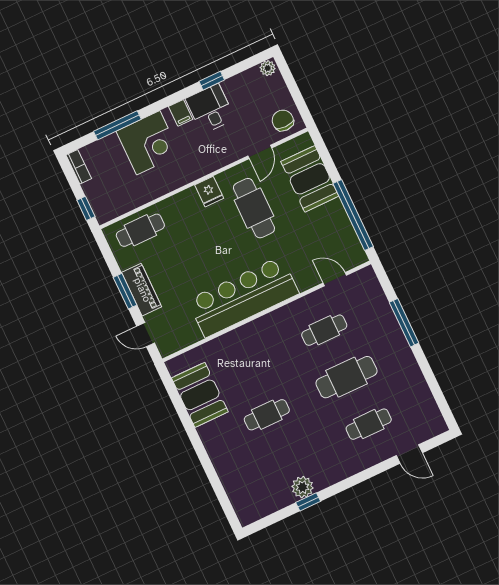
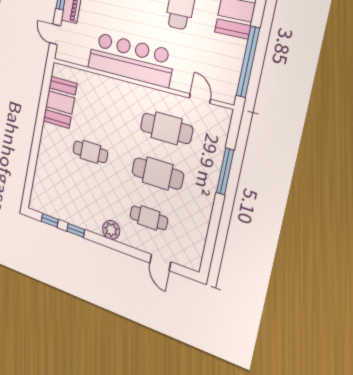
cafe table: (324, 330) -> (166, 128), width x1.37, depth x1.35
plant: (302, 487) -> (111, 230), moved
window: (274, 518) -> (50, 220), added

